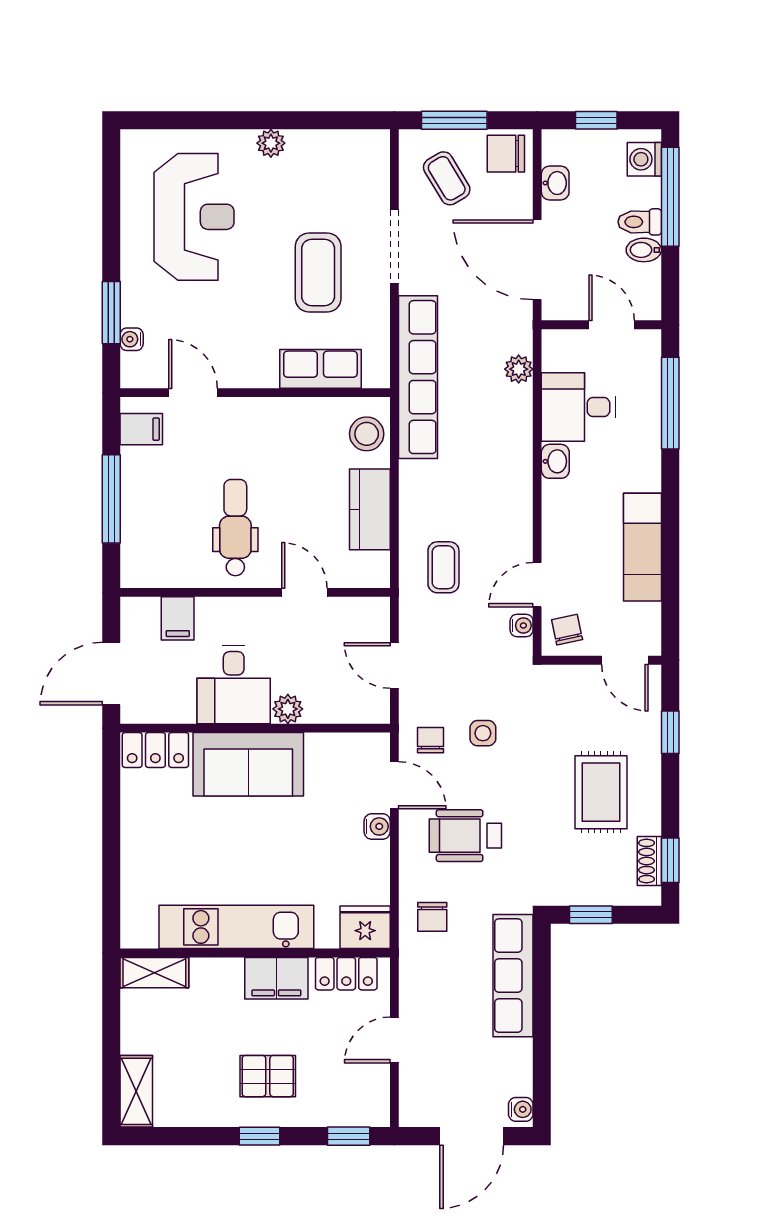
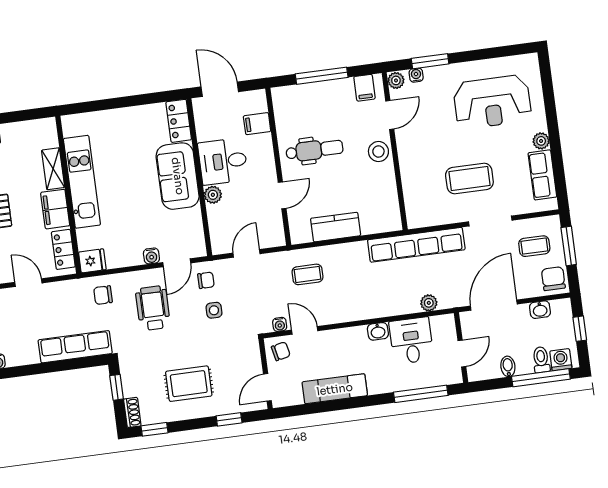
coffee table: (447, 178) -> (534, 246), turned 31
toilet: (640, 222) -> (541, 360), moved
row of seats: (320, 369) -> (542, 175), moved, turned 180
plant: (136, 374) -> (396, 80), added
stool: (367, 434) -> (378, 152), moved
shoe rack: (649, 861) -> (132, 412), moved, turned 90
fridge: (365, 927) -> (92, 261), width x0.72
shelving: (154, 973) -> (53, 169), moved

